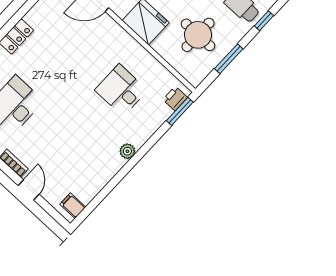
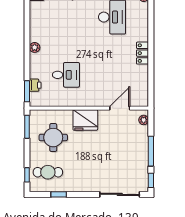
window: (229, 59) -> (27, 127), moved
printer: (175, 99) -> (35, 85), moved

